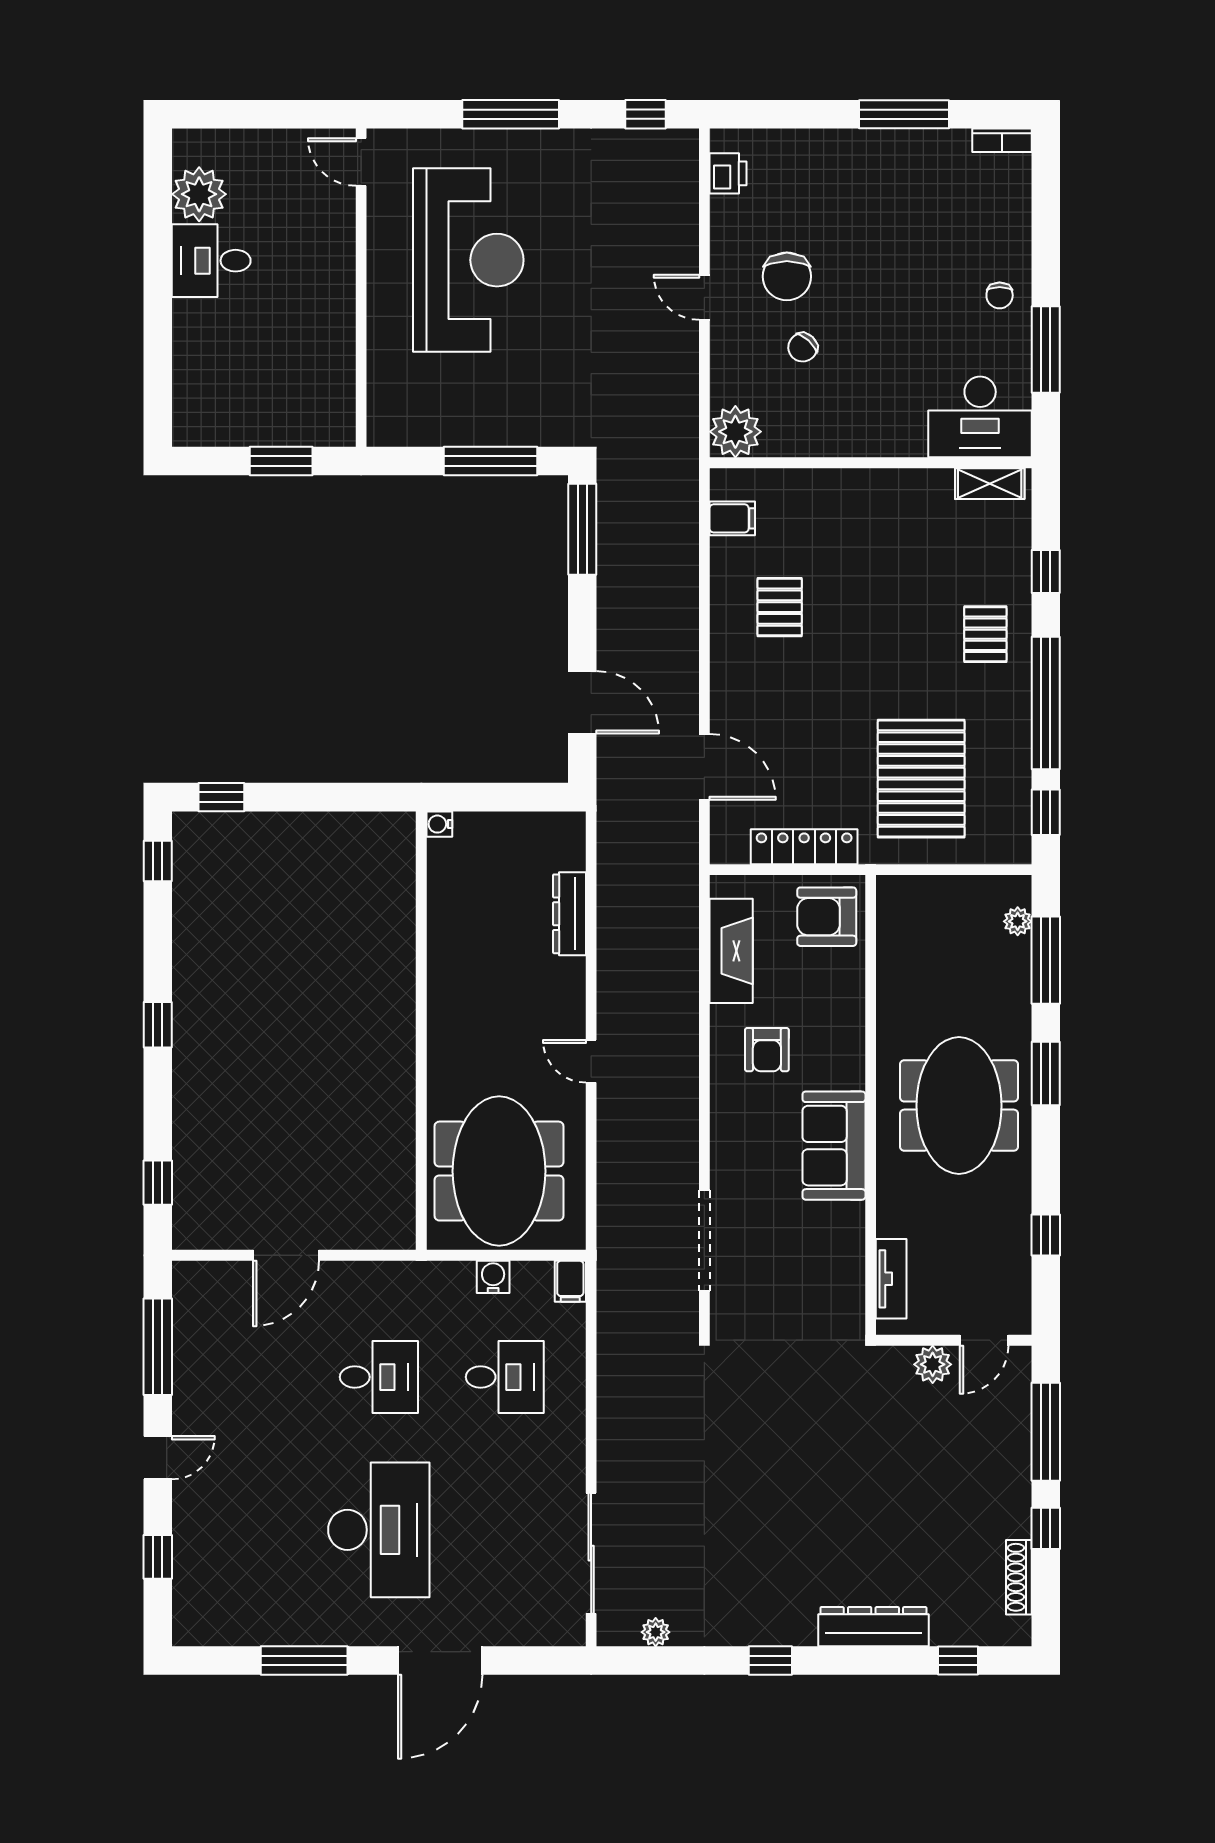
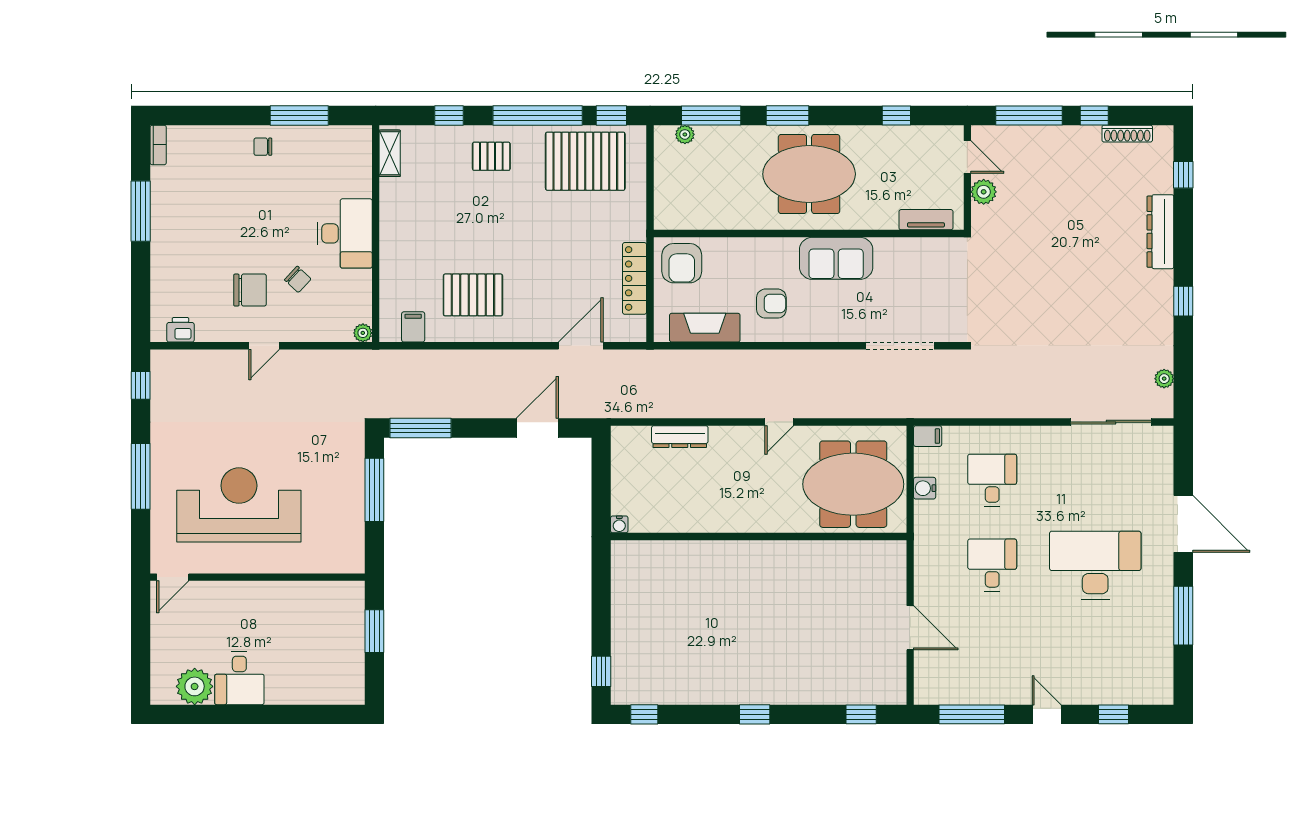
chair: (1000, 295) -> (263, 147), turned 180
desk: (980, 417) -> (345, 233), moved
plant: (735, 432) -> (363, 333), width x0.53, depth x0.53
pallet: (780, 607) -> (473, 295), width x1.50, depth x1.42
pallet: (921, 779) -> (585, 161), moved

